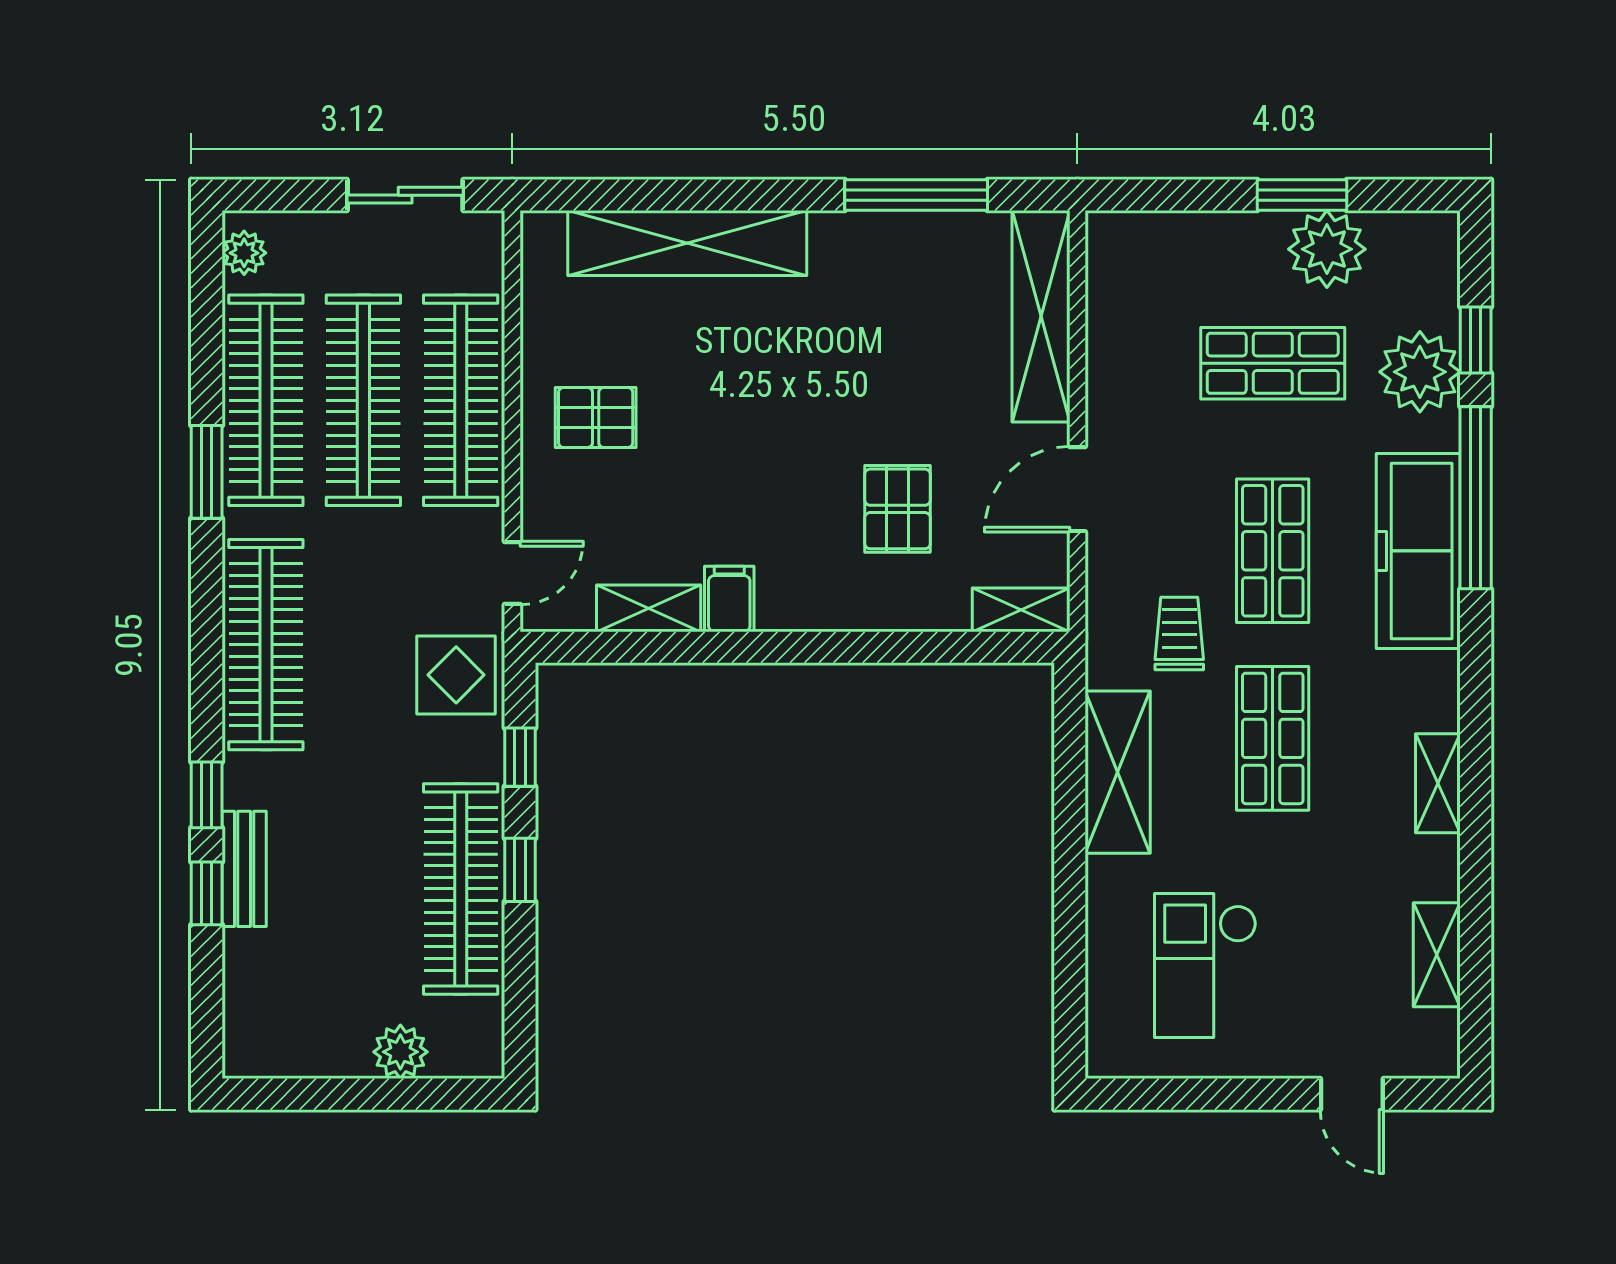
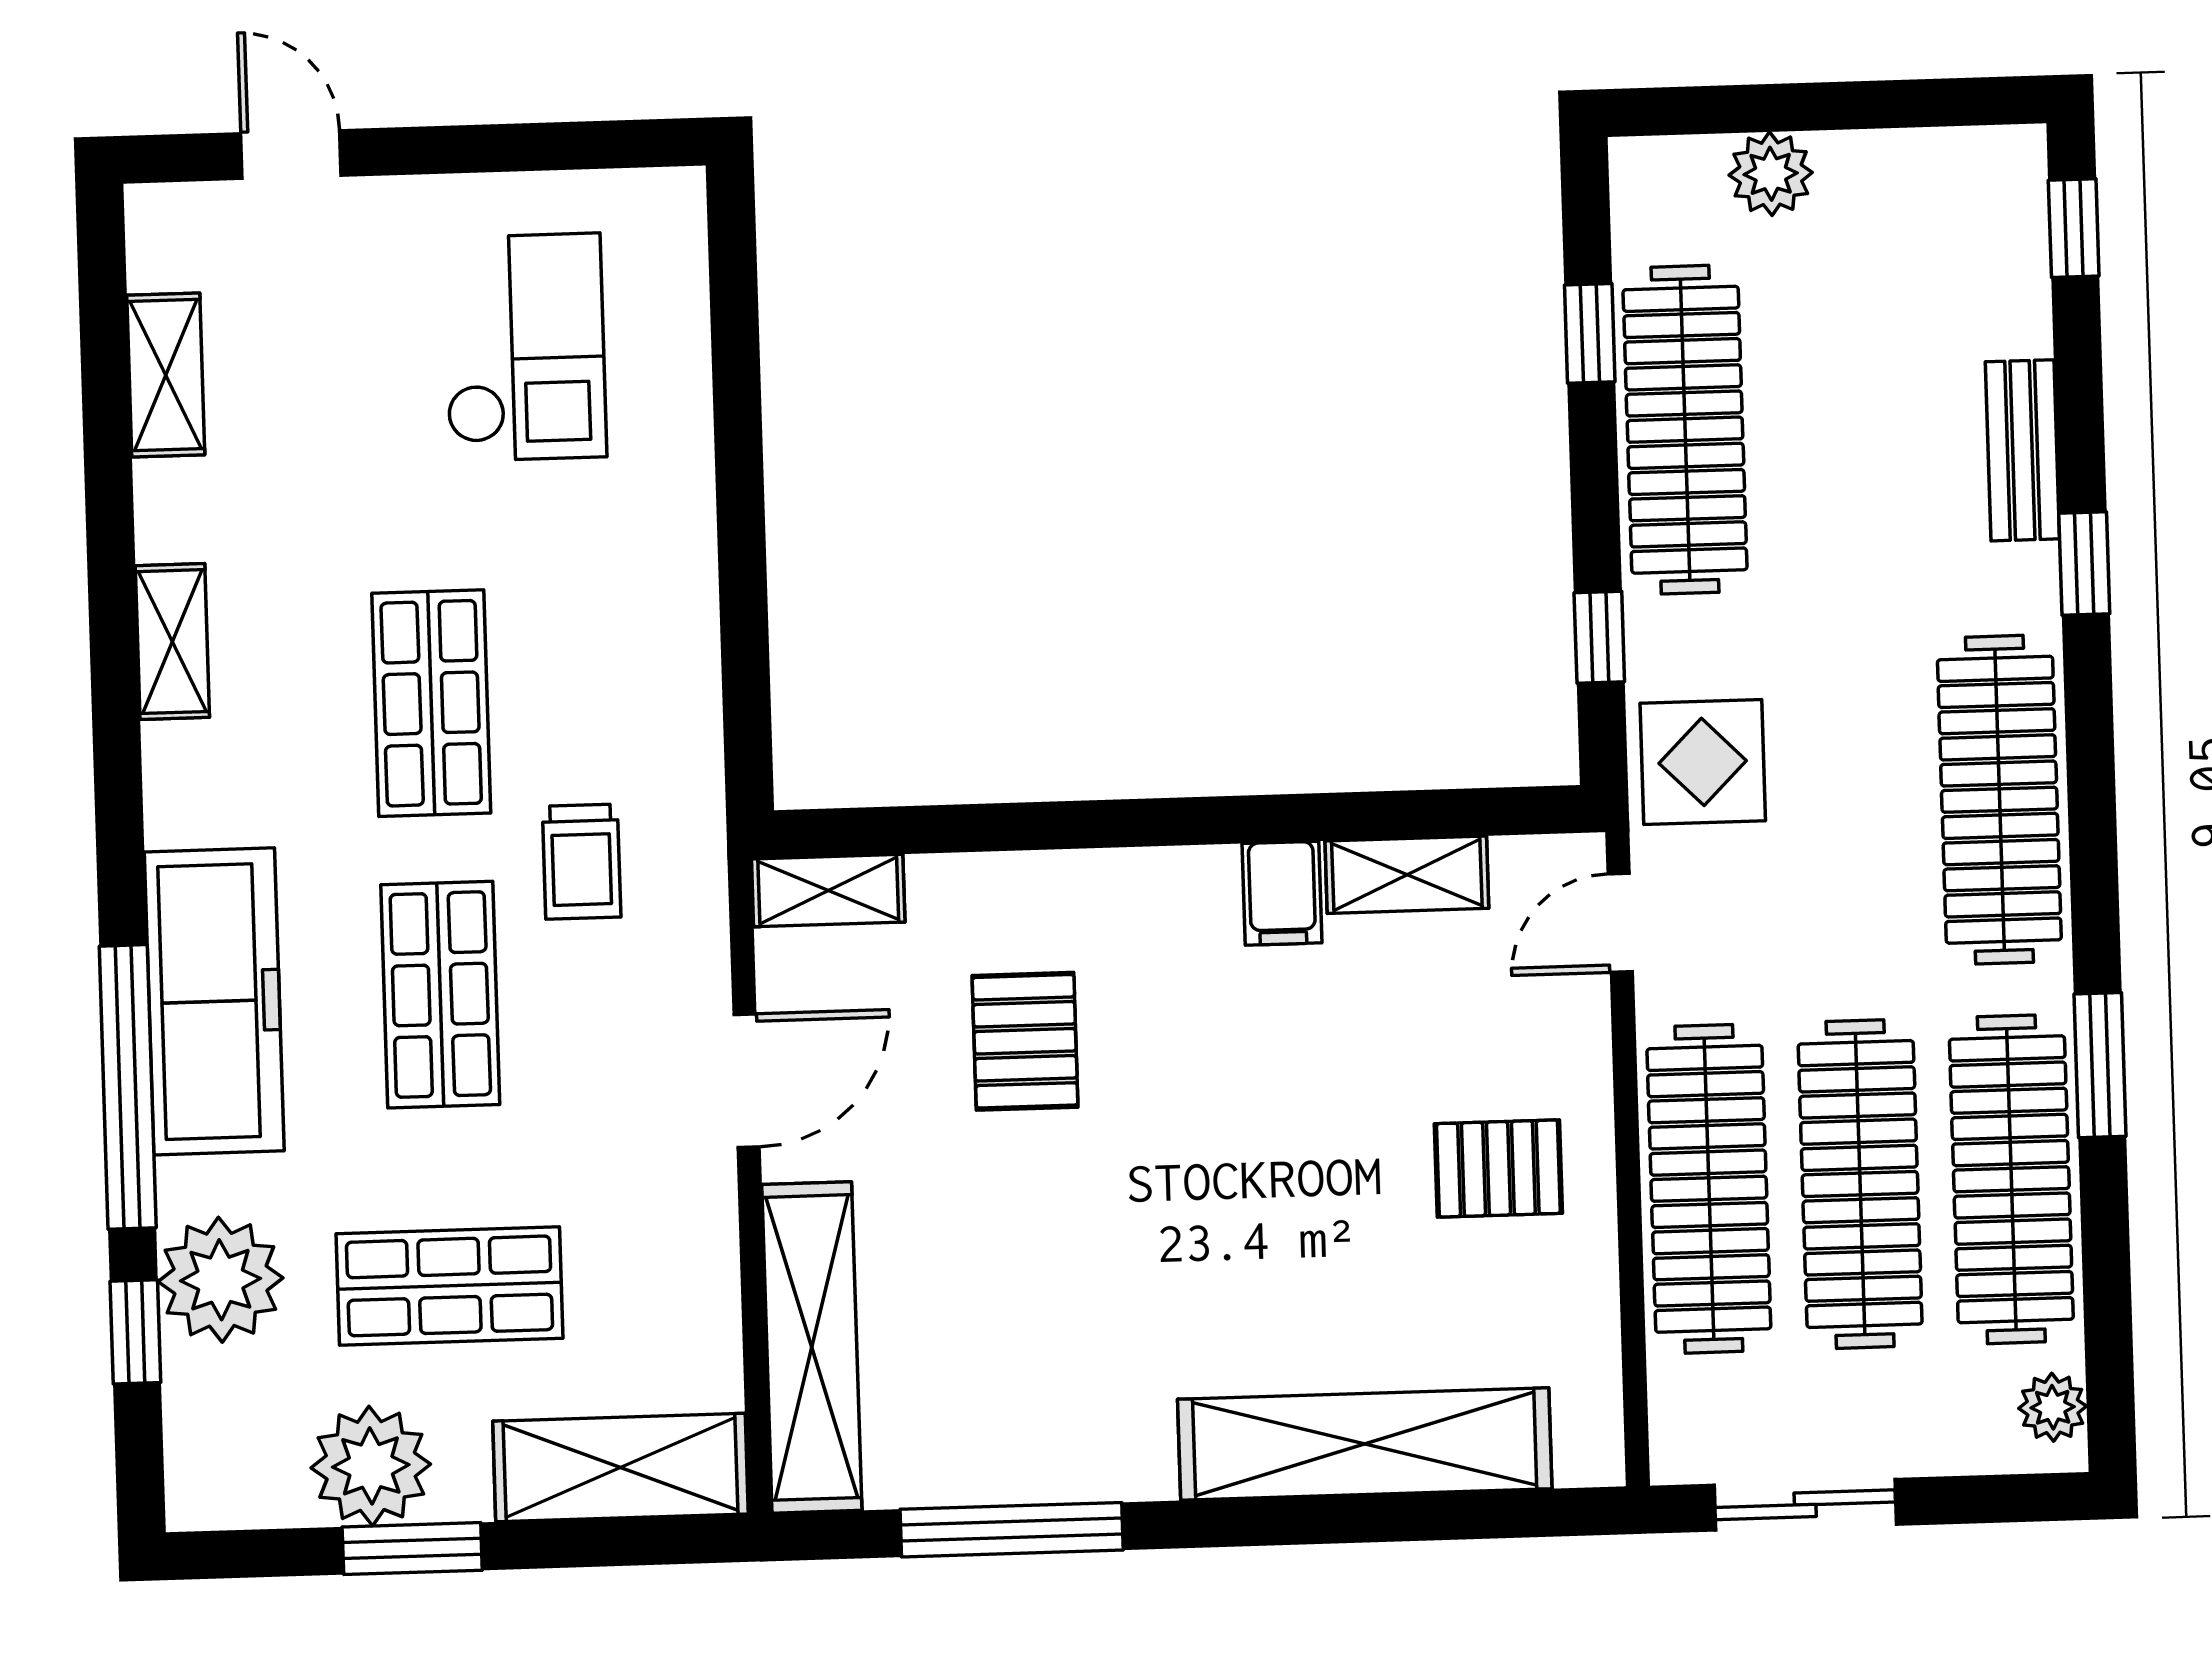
shelving: (1118, 772) -> (621, 1468), moved, turned 90
window: (520, 870) -> (1590, 333), moved
window: (207, 893) -> (2074, 228), moved

